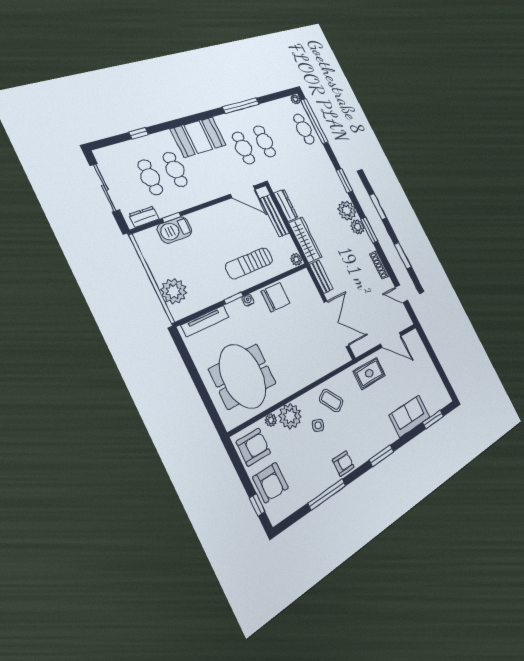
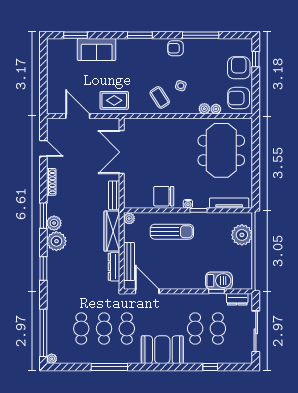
cafe table: (304, 129) -> (81, 328), moved
plant: (290, 416) -> (204, 109), width x0.53, depth x0.53

